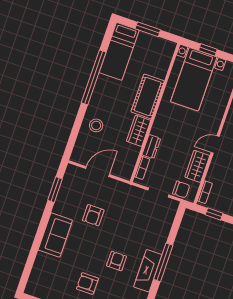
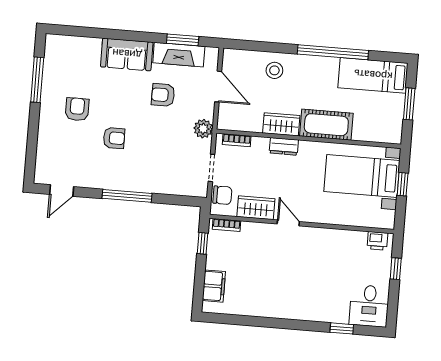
dresser: (151, 147) -> (284, 146), moved
chair: (181, 190) -> (222, 195), turned -90
plant: (127, 191) -> (203, 129), added
fireplace: (148, 271) -> (179, 55), moved, turned 180

